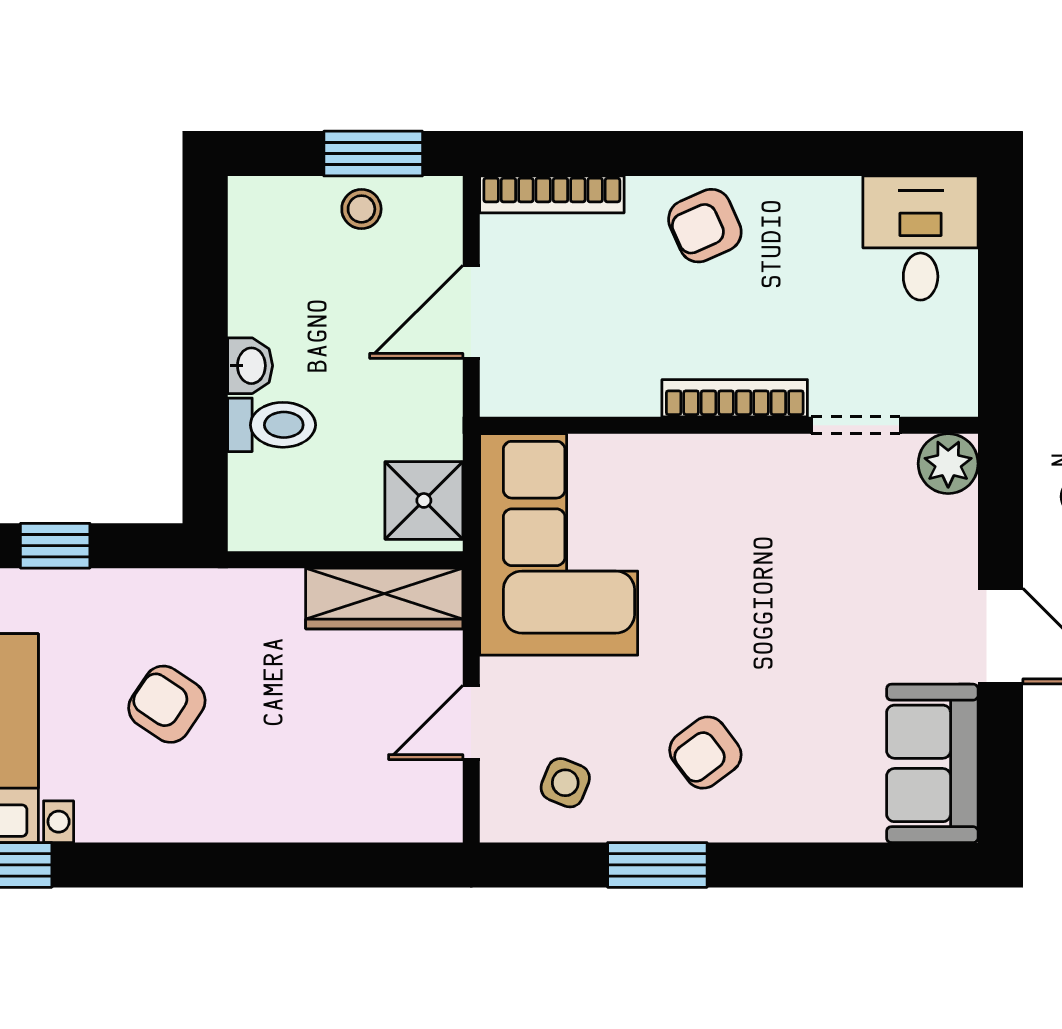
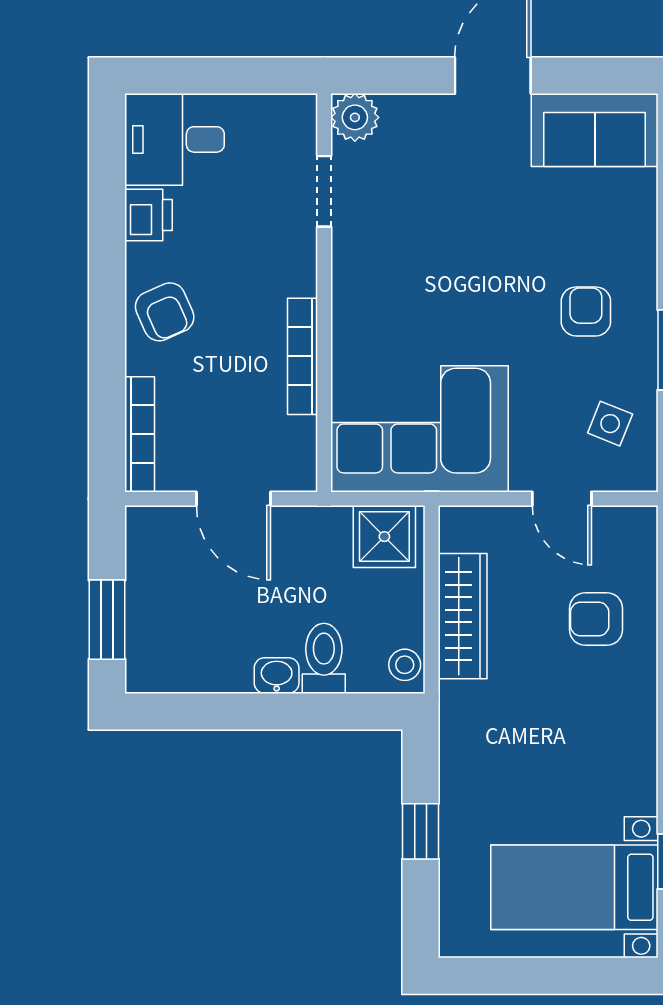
window: (373, 154) -> (107, 620), moved
printer: (826, 205) -> (148, 215), added
stool: (361, 209) -> (405, 665), moved
bookcase: (735, 398) -> (303, 356), moved
wardrobe: (384, 598) -> (463, 616), moved
armchair: (167, 704) -> (596, 619), moved, turned 56
armchair: (705, 753) -> (586, 311), turned -143

